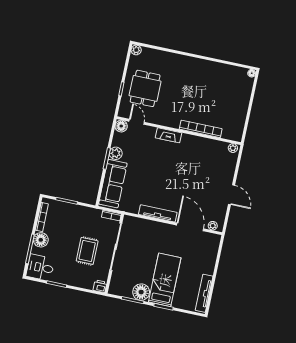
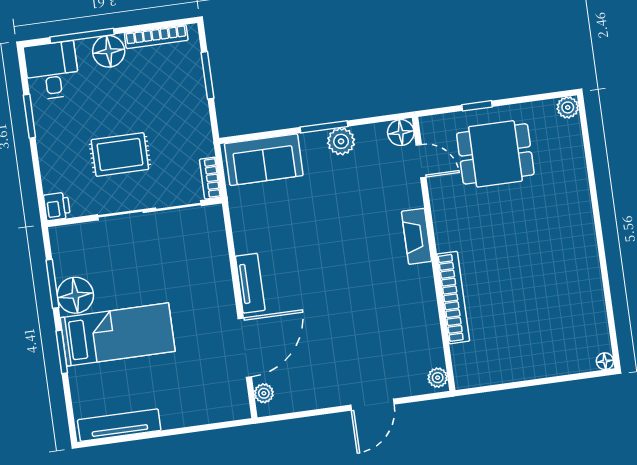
door: (137, 122) -> (421, 161), hinge flipped
sofa: (113, 184) -> (264, 160), width x0.73
door: (231, 195) -> (372, 405), moved
tv unit: (158, 213) -> (250, 283), width x0.71

